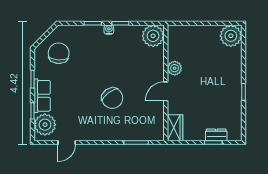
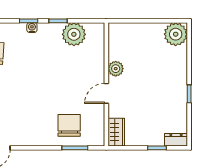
water cooler: (109, 30) -> (32, 28), moved
plant: (153, 36) -> (74, 34), moved
chair: (112, 98) -> (69, 125), moved, turned -144
dresser: (216, 135) -> (176, 140), moved

